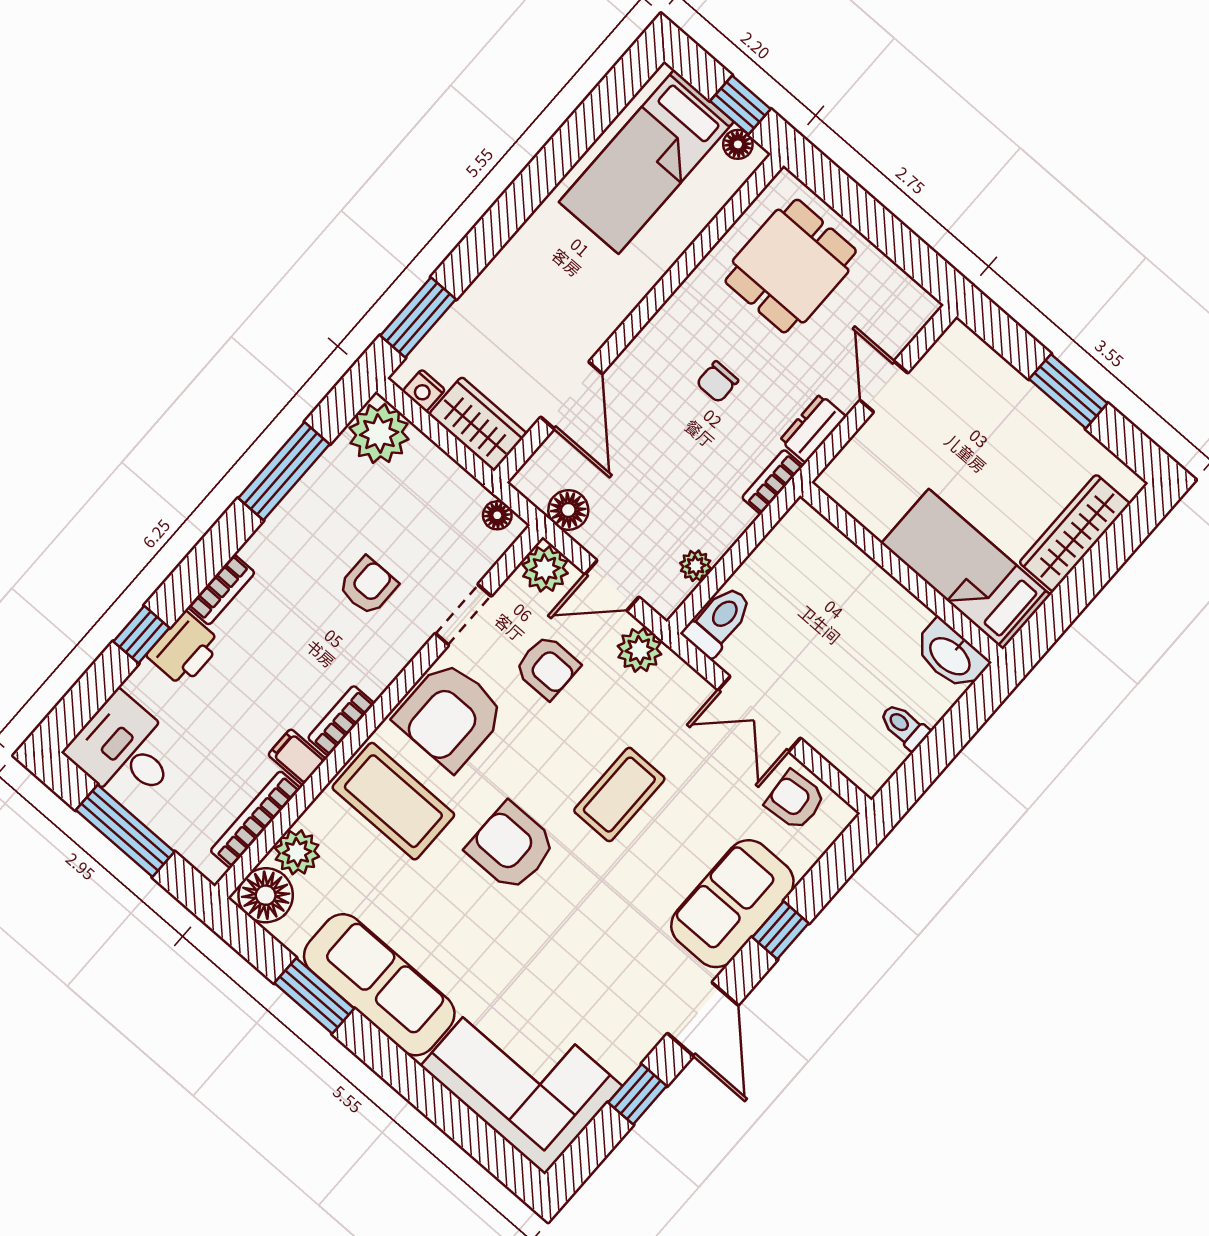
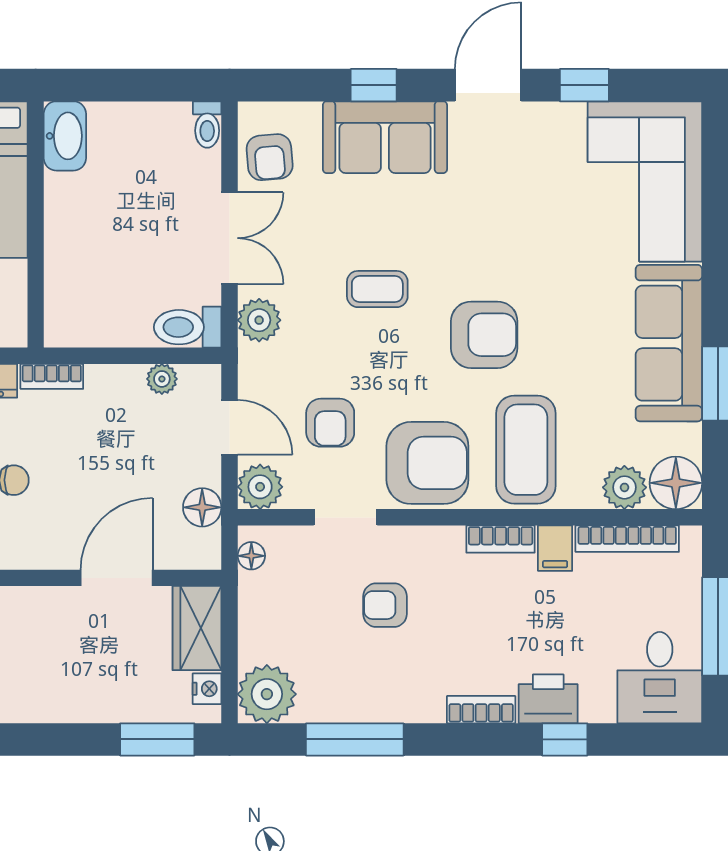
plant: (639, 650) -> (259, 320), moved
armchair: (547, 667) -> (330, 423), turned 180
toilet: (904, 727) -> (207, 124), moved
coffee table: (619, 795) -> (377, 289), width x0.73, depth x0.77
armchair: (511, 847) -> (484, 335), turned -90

